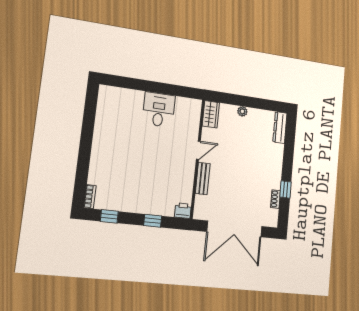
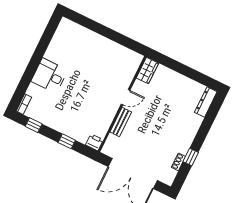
desk: (159, 110) -> (49, 76), moved, turned -90
plant: (242, 111) -> (176, 77), removed

